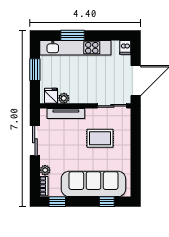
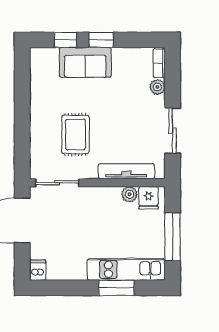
kitchen unit: (75, 48) -> (126, 269), width x0.73
window: (35, 70) -> (172, 237), width x1.44
rug: (100, 138) -> (75, 134), turned 90
sofa: (93, 184) -> (85, 62), width x0.54, depth x0.79
window: (57, 202) -> (101, 40), moved

